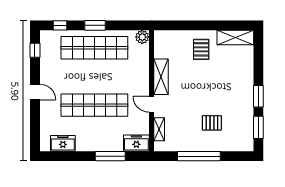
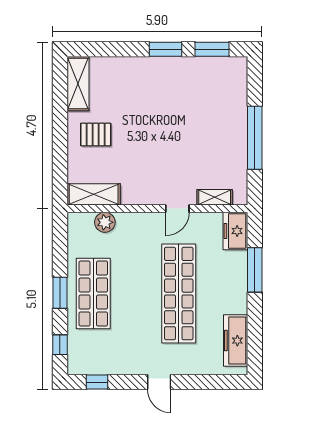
plant: (142, 37) -> (105, 222), moved
shop shelf: (94, 48) -> (93, 294), width x0.71
shelving: (161, 77) -> (94, 194), moved
door: (35, 92) -> (159, 382), swing flipped
pallet: (212, 123) -> (205, 118), removed
freezer: (63, 143) -> (236, 341), width x1.40

